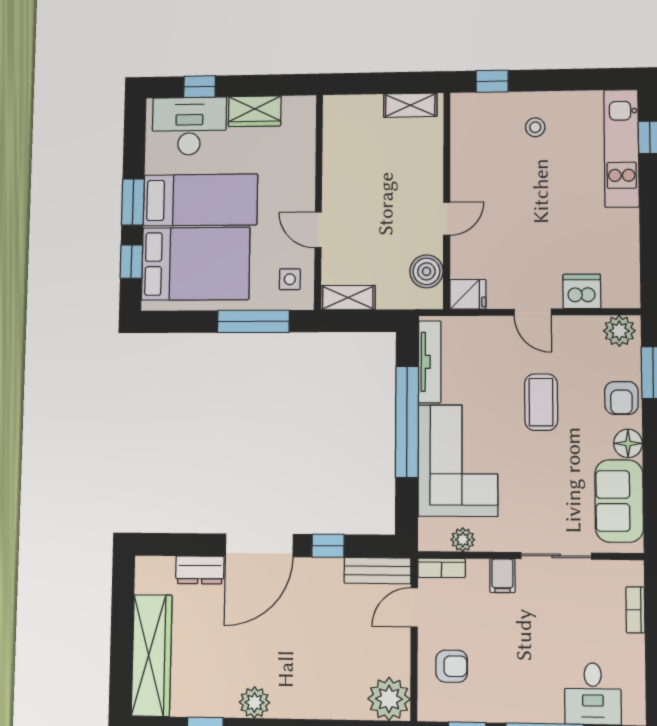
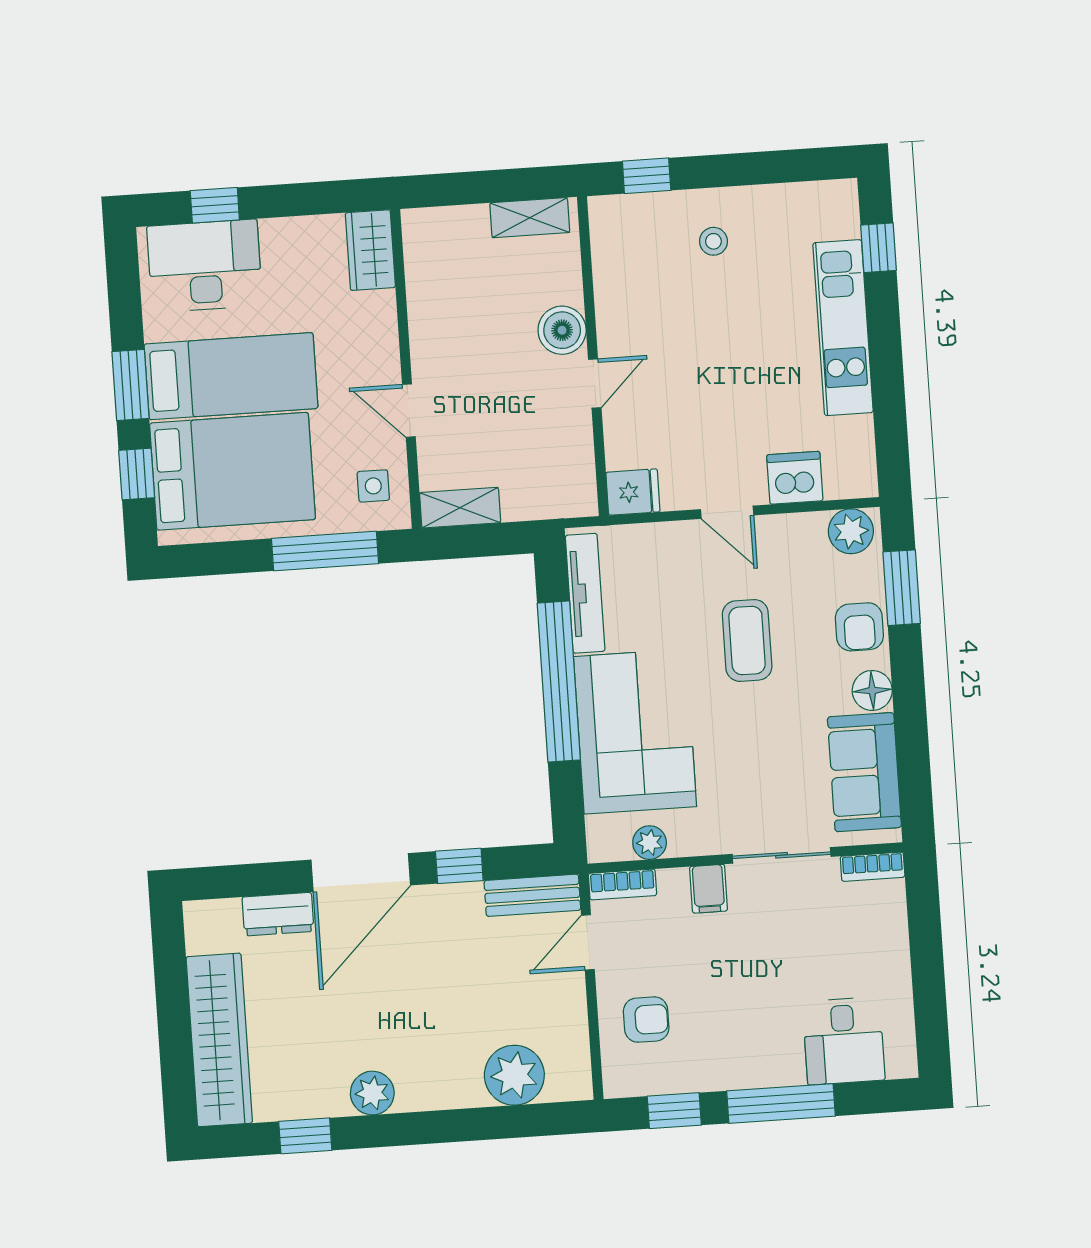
wardrobe: (255, 111) -> (370, 250), moved, turned 90
kitchen unit: (621, 148) -> (843, 328), moved
boiler: (426, 271) -> (562, 330), moved
bookcase: (635, 610) -> (873, 867), moved, turned -90
plant: (389, 699) -> (514, 1075), moved

